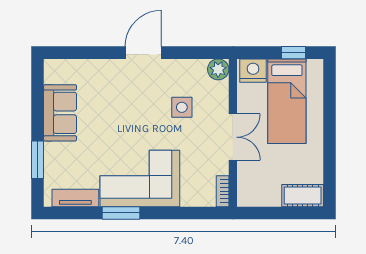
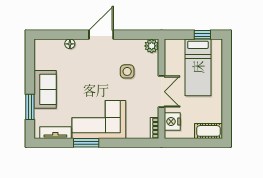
floor lamp: (97, 66) -> (70, 44), added
nightstand: (253, 71) -> (172, 121), moved, turned -90
sofa: (60, 113) -> (45, 89), moved

